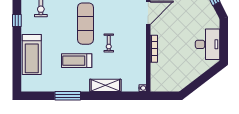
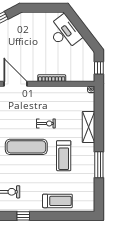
desk: (207, 44) -> (64, 33), moved, turned 53
treadmill: (32, 54) -> (57, 201), width x0.73, depth x0.73
window: (164, 96) -> (99, 68), added

